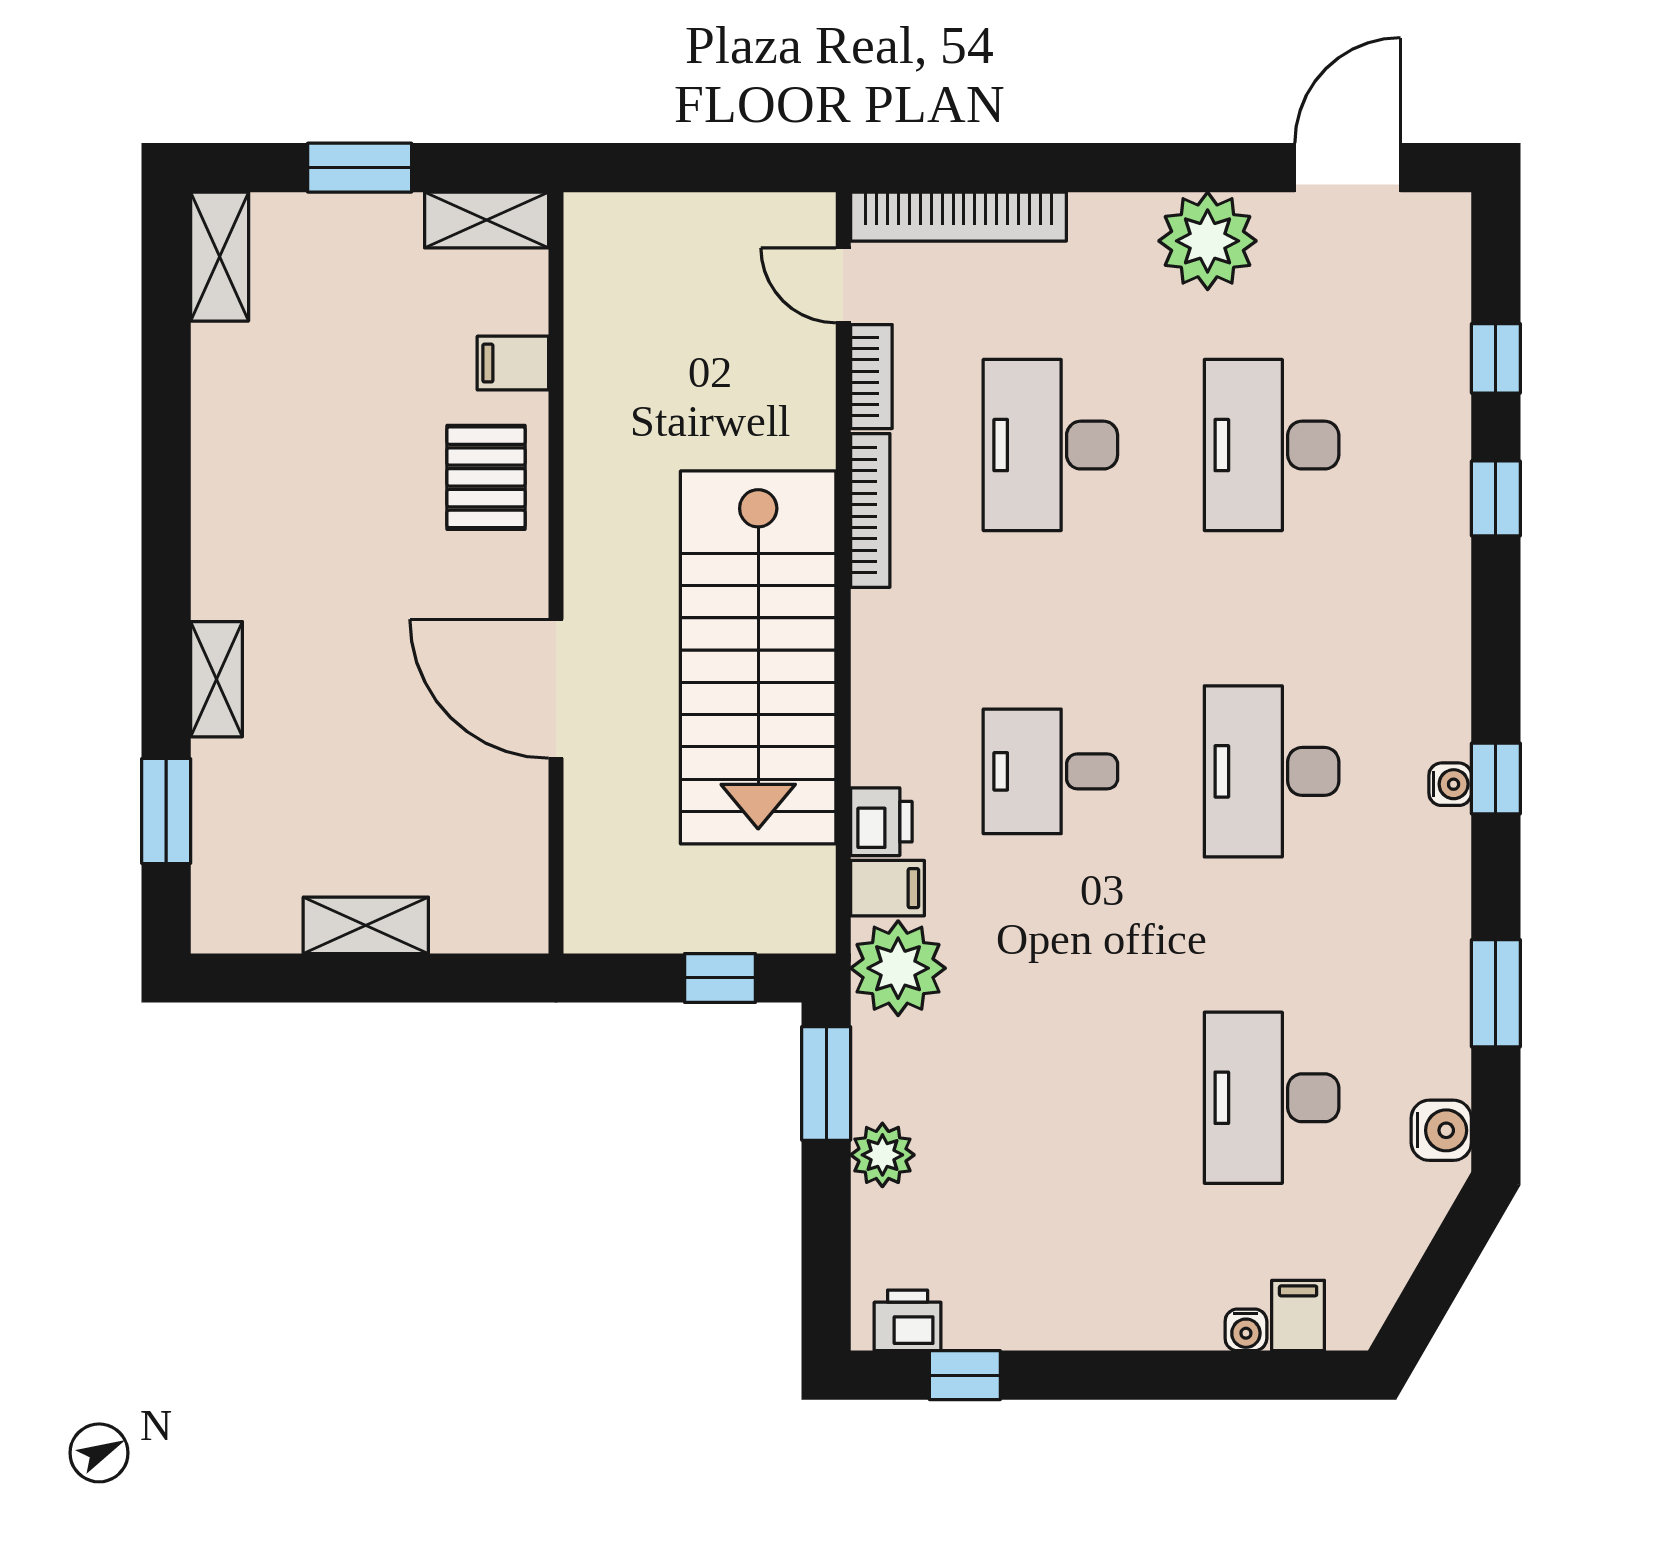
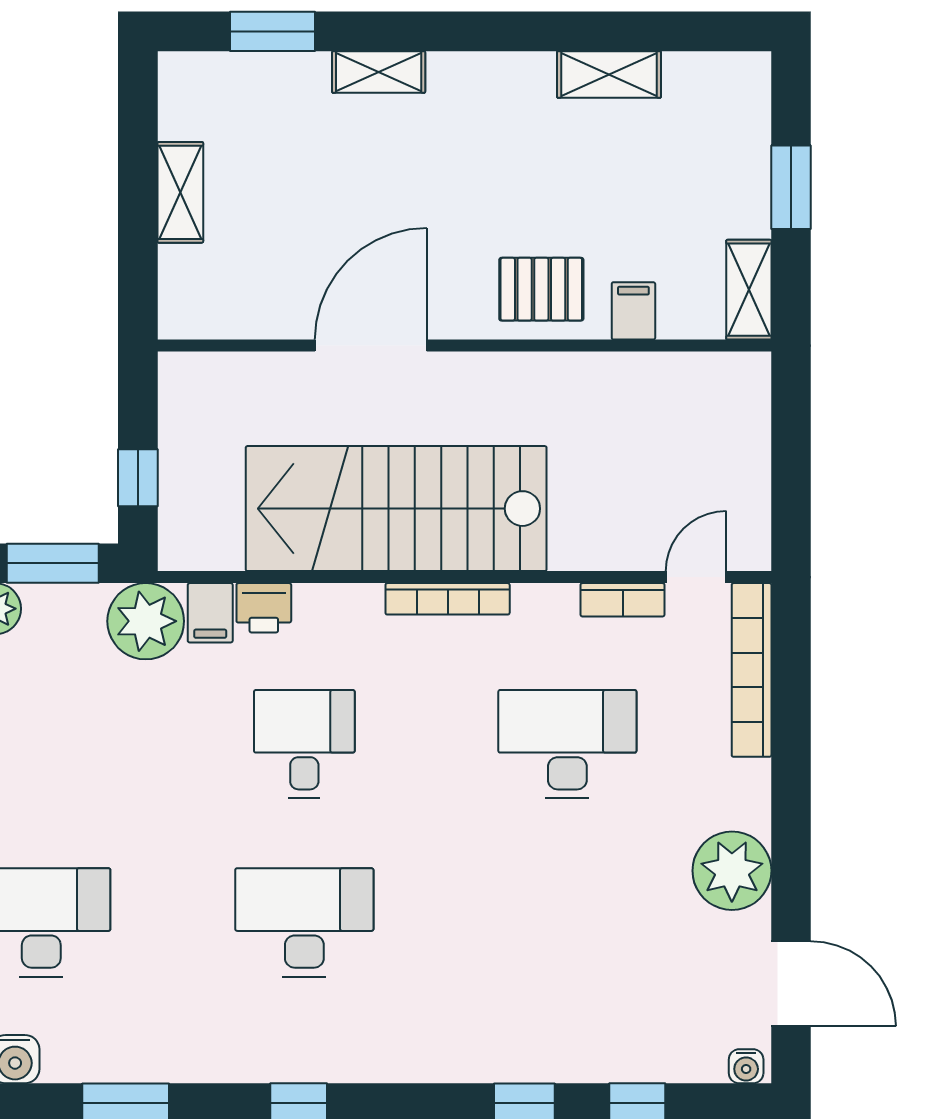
shelving: (220, 257) -> (609, 74), moved
desk: (1272, 445) -> (567, 922), removed
bookcase: (870, 510) -> (448, 599), moved
water cooler: (1450, 784) -> (746, 1066), moved

